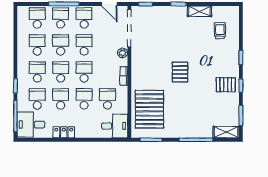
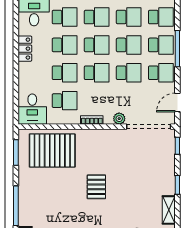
pallet: (180, 72) -> (96, 187), turned 90

